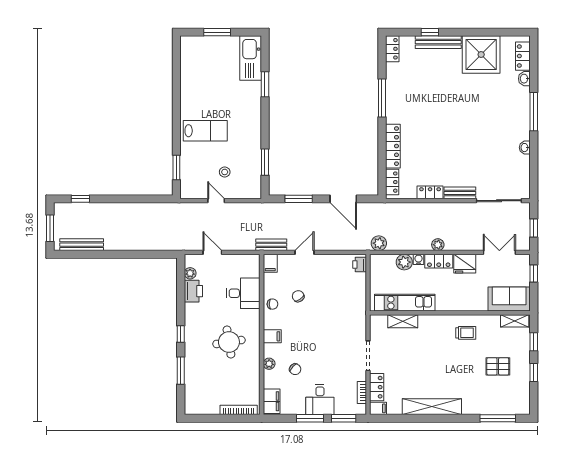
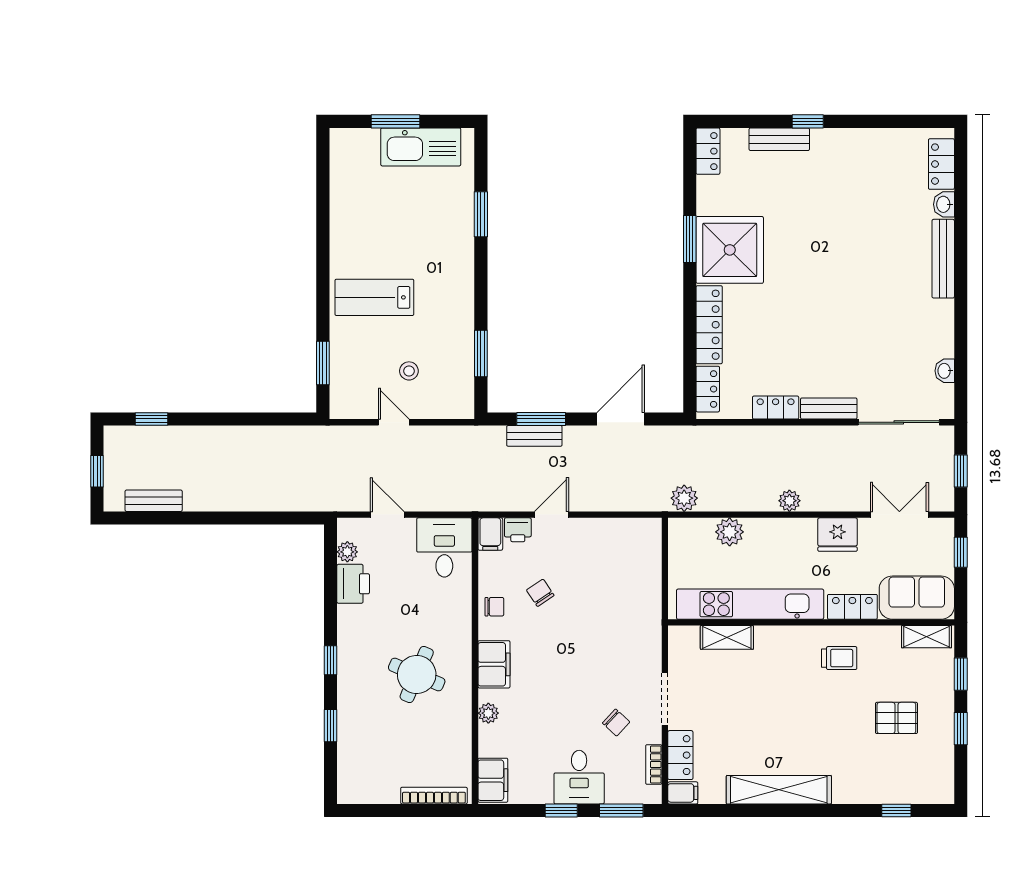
window: (430, 32) -> (808, 121), moved
bench: (438, 42) -> (779, 139), width x0.73
shower: (481, 55) -> (730, 250), moved
kitchen sink: (251, 58) -> (421, 147), moved, turned -90
window: (382, 98) -> (690, 239), width x0.69
bench: (524, 109) -> (943, 259), added
window: (534, 112) -> (961, 263), removed
lab bench: (205, 131) -> (374, 297), turned 180
washbasin: (525, 148) -> (945, 371), moved
door: (343, 199) -> (621, 419), swing flipped
window: (50, 228) -> (97, 471), width x0.67
bench: (82, 245) -> (154, 501), width x0.73
bench: (271, 245) -> (534, 436), moved
water cooler: (419, 259) -> (755, 527), removed
locker: (439, 261) -> (852, 607), moved, turned 180
printer: (360, 265) -> (518, 530), moved, turned -90
desk: (243, 293) -> (444, 547), moved, turned -90
kitchen unit: (405, 303) -> (750, 604), width x1.36
filing cabinet: (272, 336) -> (494, 664), width x2.00
round table: (229, 342) -> (417, 674), turned 32
chair: (295, 369) -> (616, 723), moved
window: (181, 371) -> (331, 726), width x0.67
window: (310, 418) -> (561, 810), width x0.67
window: (498, 418) -> (896, 810), width x0.46

